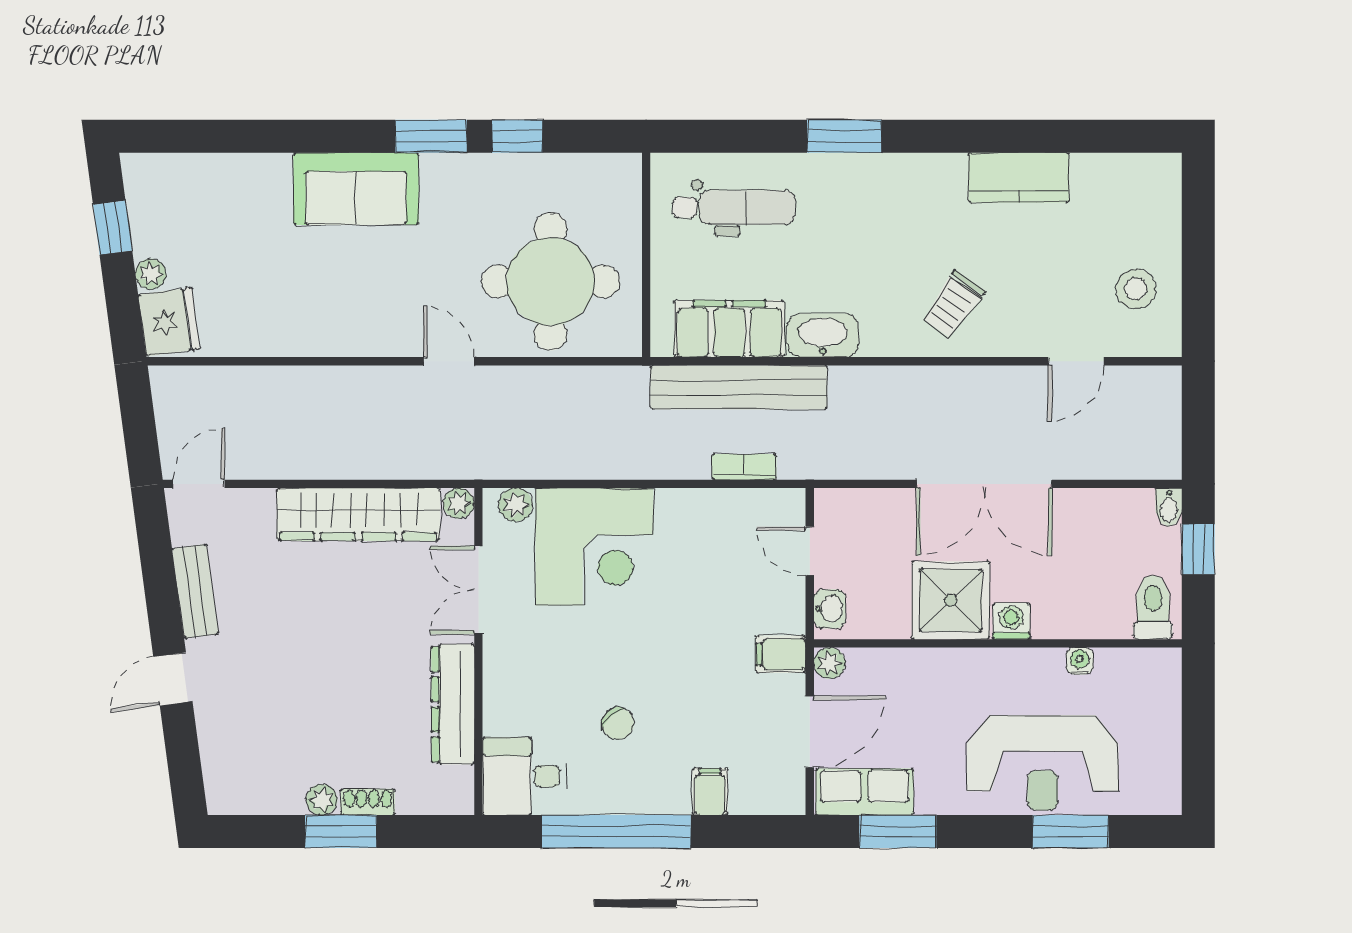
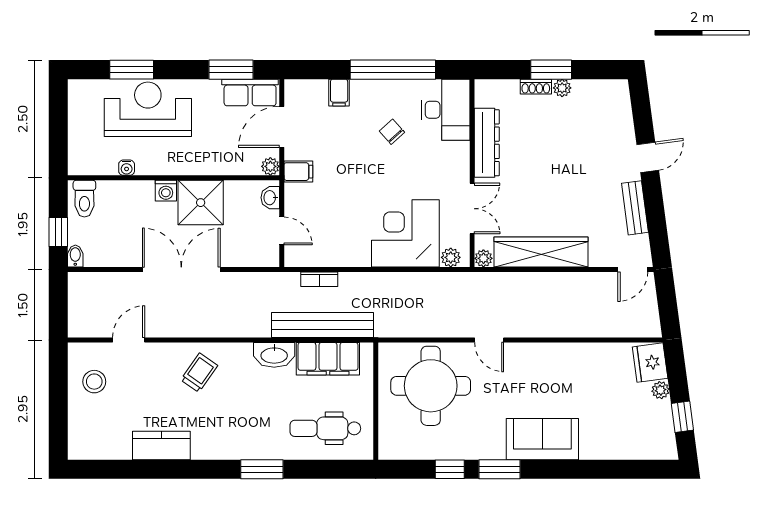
desk: (524, 776) -> (446, 110), width x1.37

